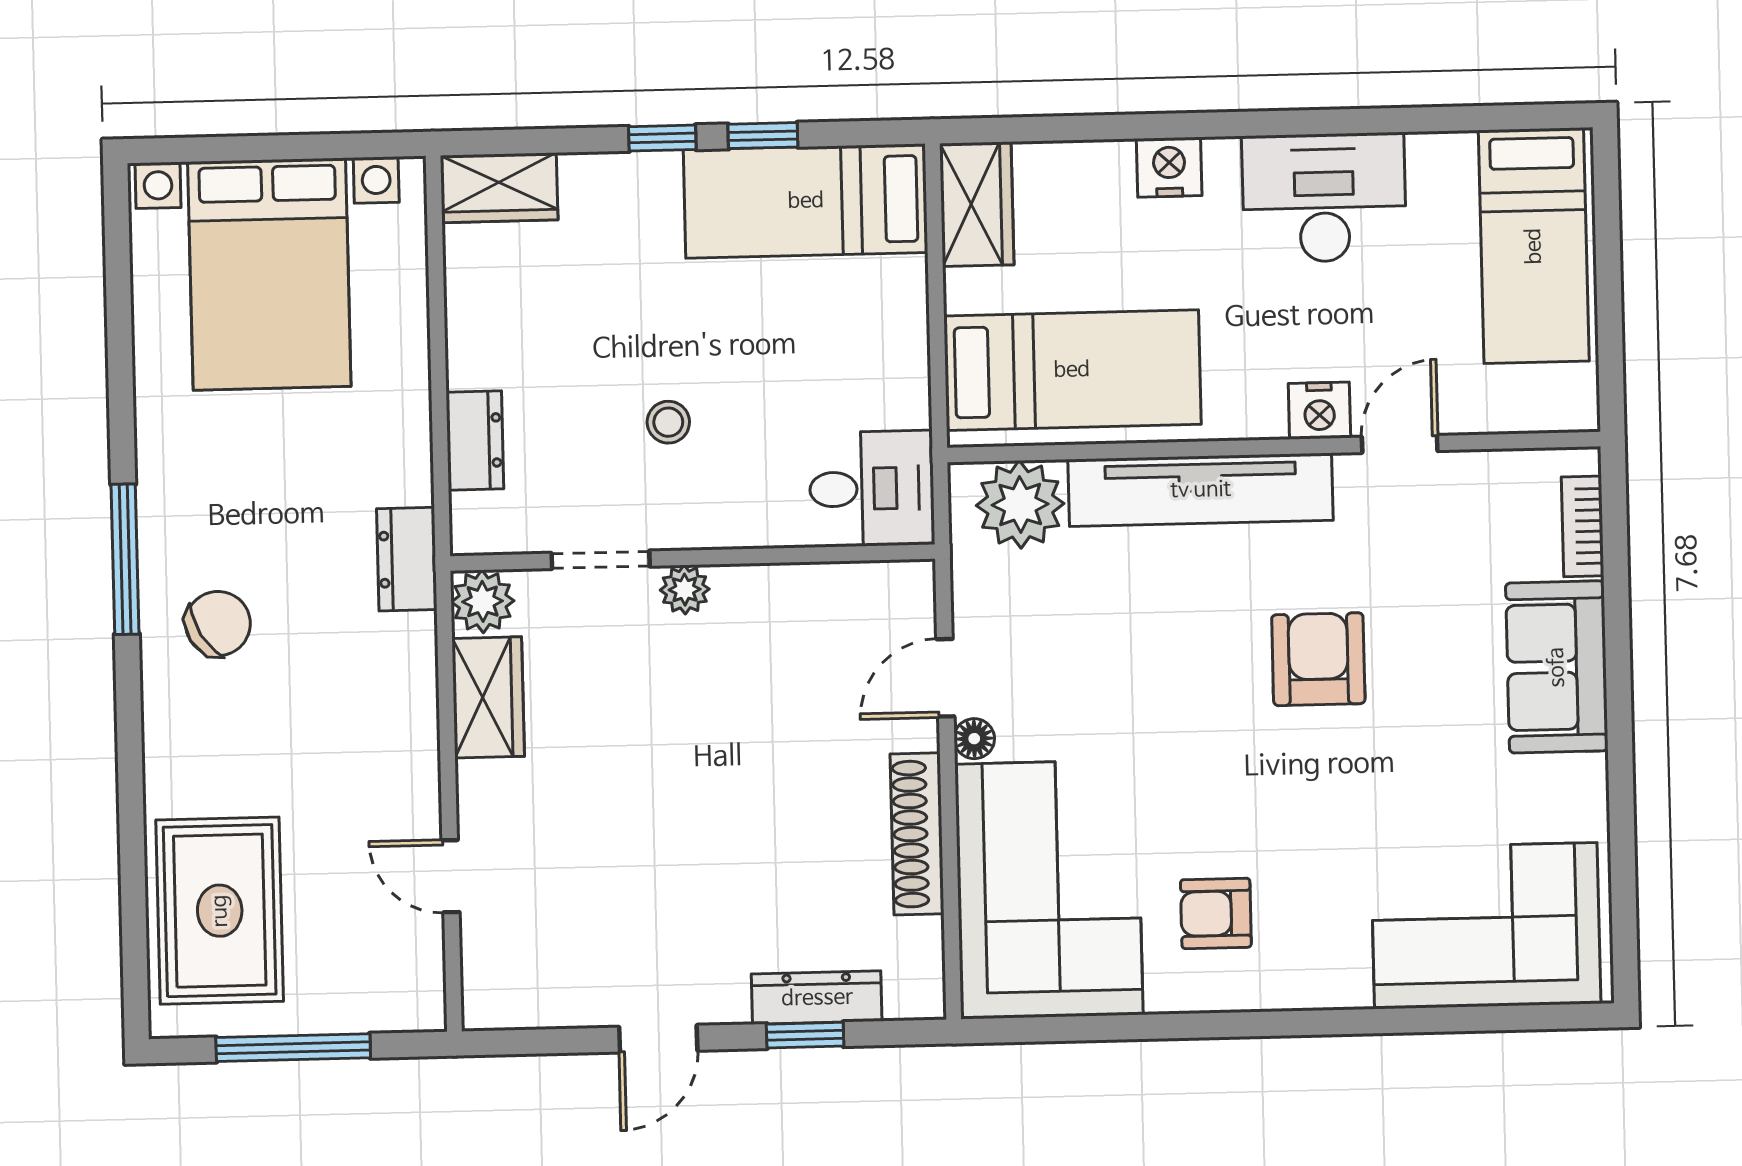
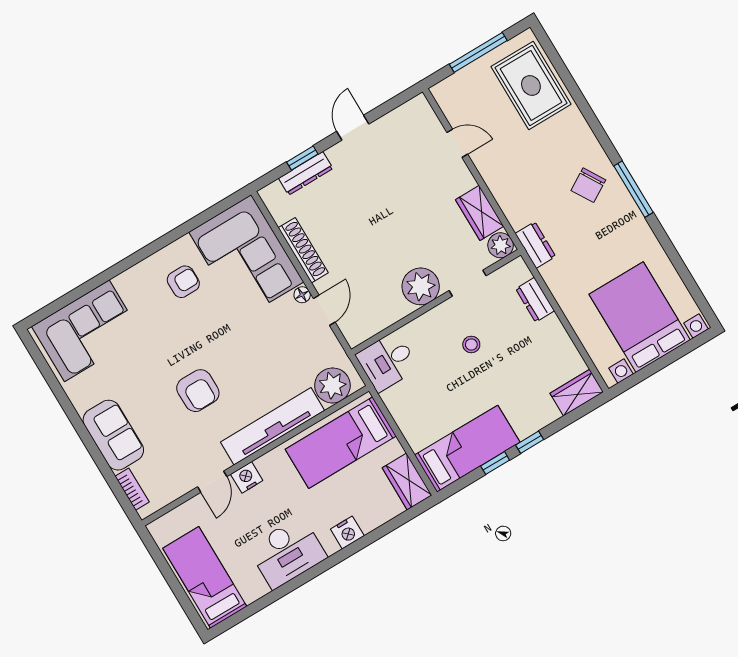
plant: (685, 590) -> (421, 286), width x1.88, depth x1.88

